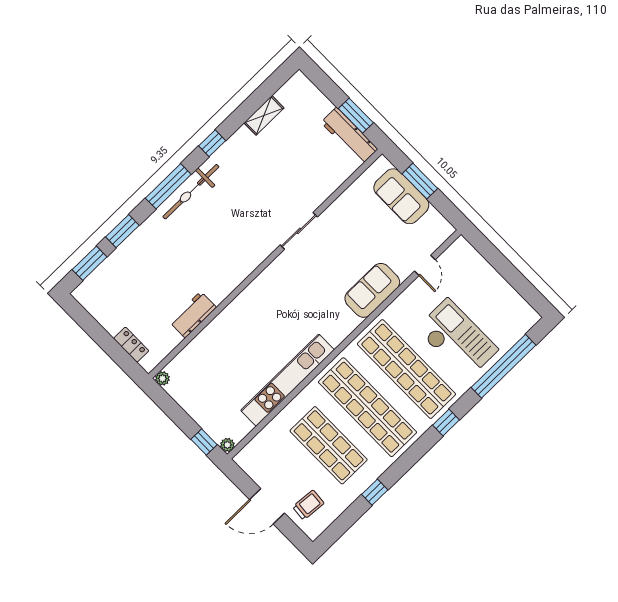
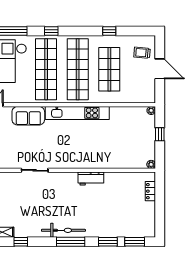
window: (212, 143) -> (21, 242), moved
workbench: (193, 315) -> (91, 179), moved
kitchen unit: (288, 380) -> (77, 113), moved
window: (204, 442) -> (160, 134), moved

